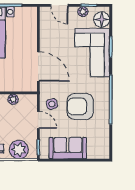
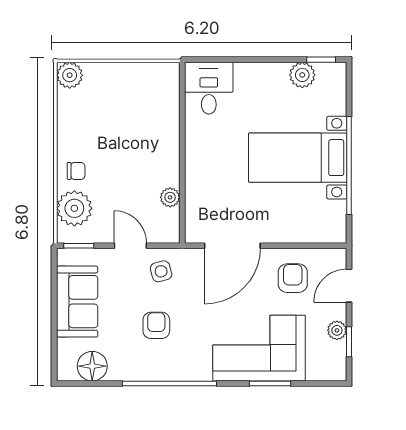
floor lamp: (102, 20) -> (92, 366), moved
armchair: (55, 35) -> (293, 278), added
armchair: (80, 106) -> (156, 325), width x0.53, depth x0.53
door: (38, 120) -> (130, 246), swing flipped

